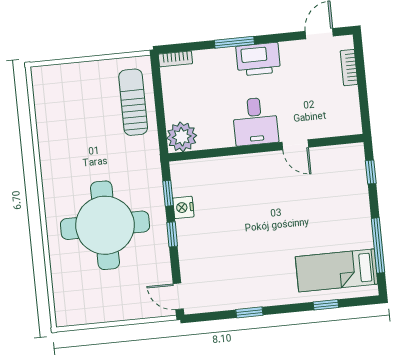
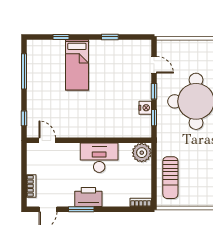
window: (234, 42) -> (81, 209), moved
desk: (255, 121) -> (99, 158), width x1.37
door: (295, 145) -> (47, 140), moved
bed: (337, 270) -> (77, 65), moved, turned 90
door: (178, 296) -> (154, 65), moved

